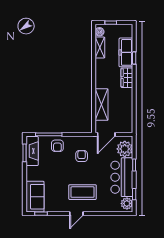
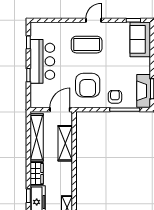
shelving: (127, 110) -> (37, 138), added
plant: (125, 149) -> (39, 93), removed
armchair: (82, 156) -> (88, 85), width x1.88, depth x1.88
plant: (127, 203) -> (37, 32), removed

